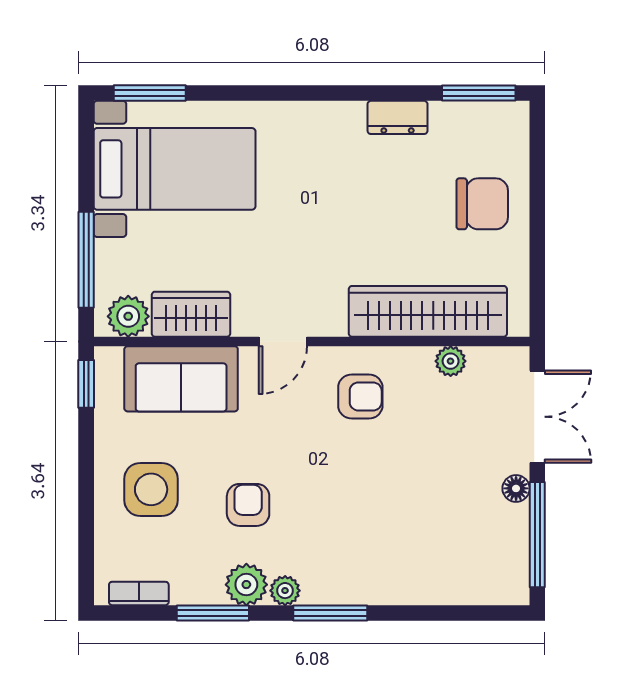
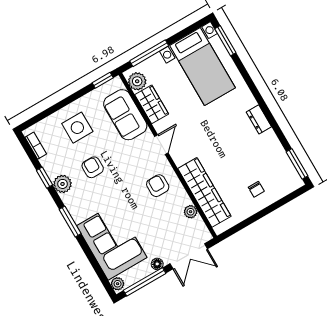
dresser: (398, 117) -> (259, 119), moved
chair: (482, 204) -> (256, 189), width x0.54, depth x0.54
door: (283, 341) -> (161, 145), swing flipped
armchair: (360, 396) -> (158, 186), turned 180
armchair: (248, 505) -> (93, 167), turned -90
corner sofa: (419, 553) -> (112, 242), added
plant: (285, 591) -> (118, 284), moved
window: (213, 613) -> (45, 178), width x0.67

